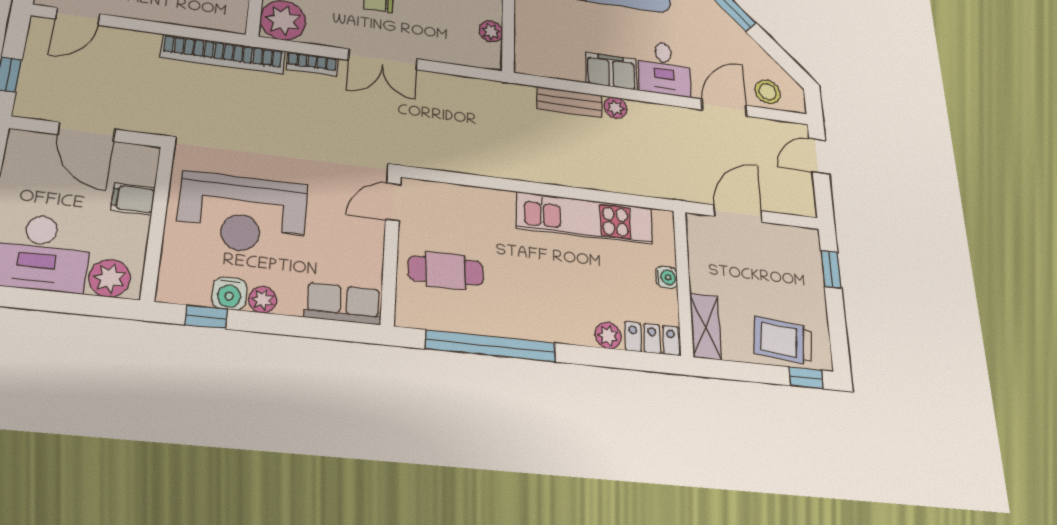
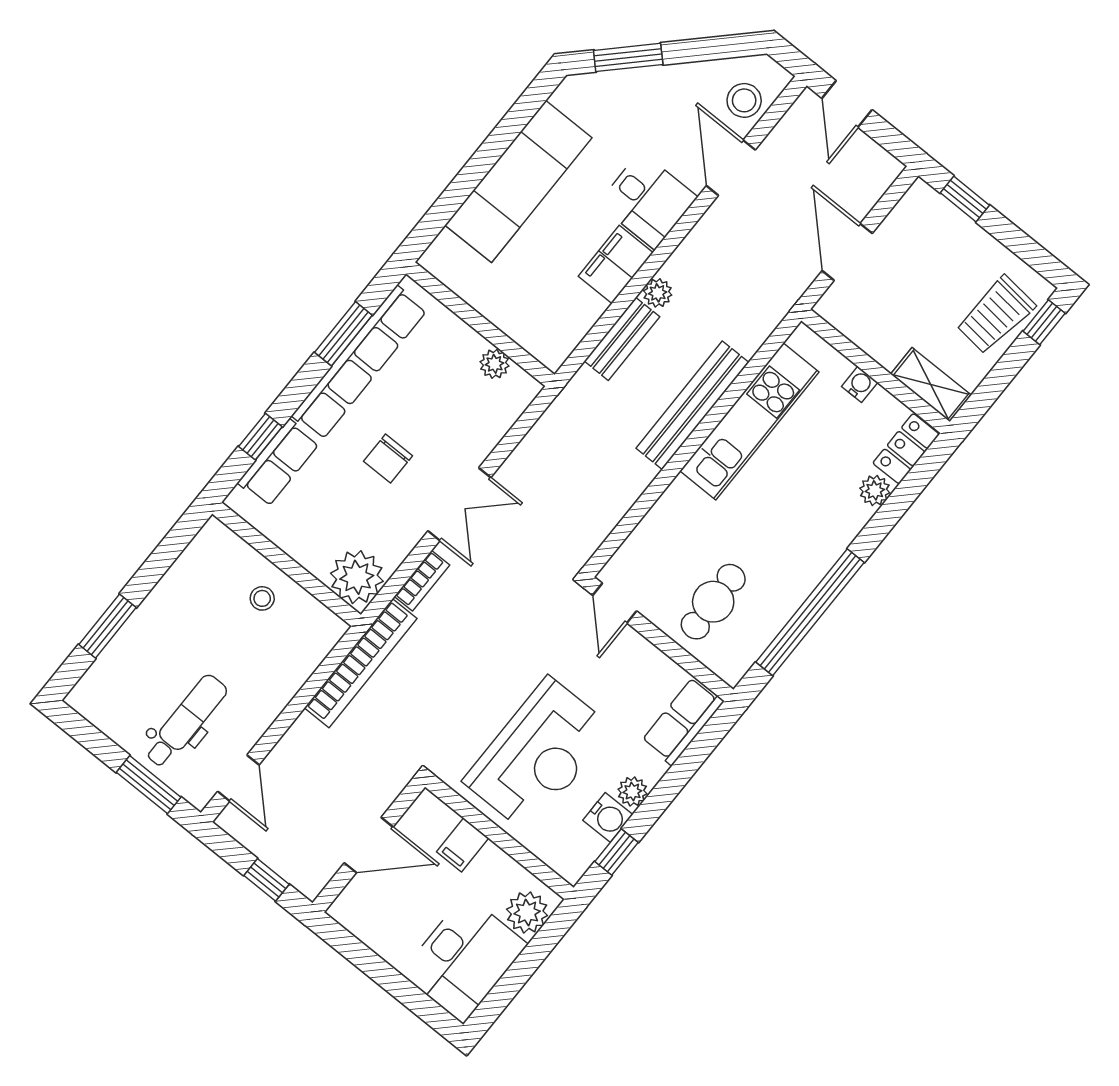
bench: (565, 173) -> (692, 405), added

